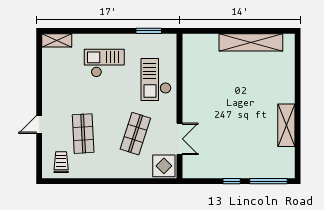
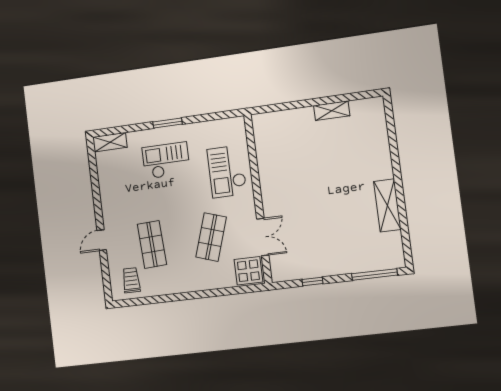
window: (149, 31) -> (168, 123), moved
shelving: (251, 42) -> (332, 111), width x0.45, depth x0.75
window: (232, 181) -> (312, 282), moved

